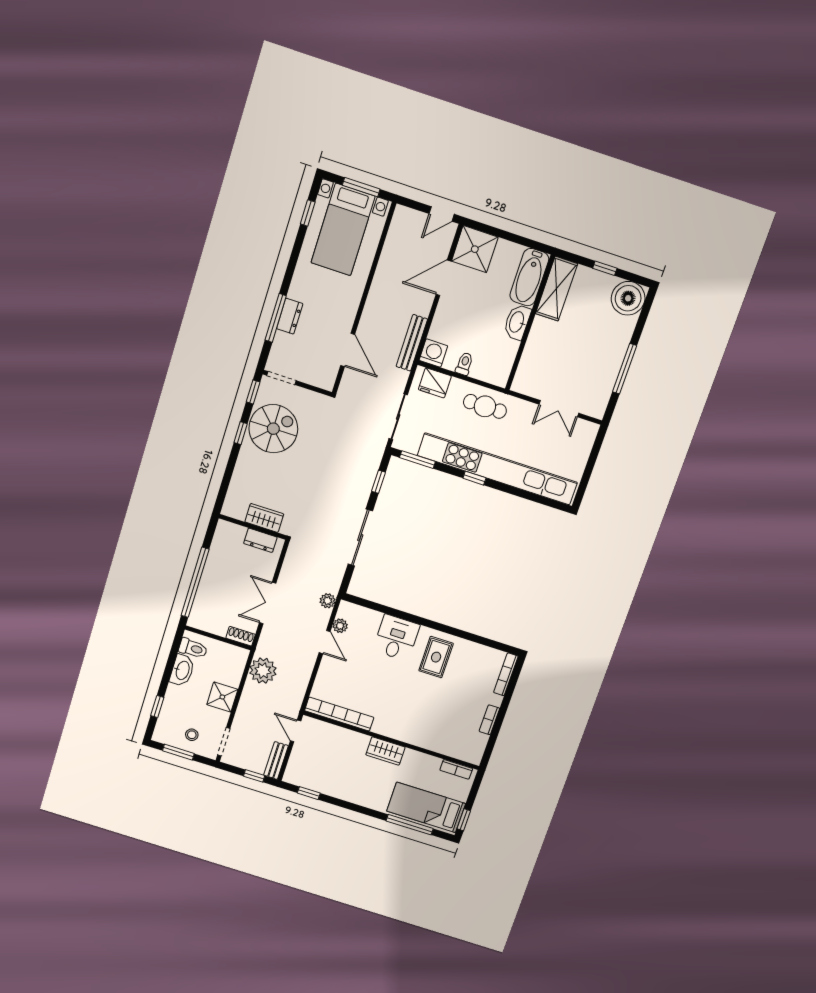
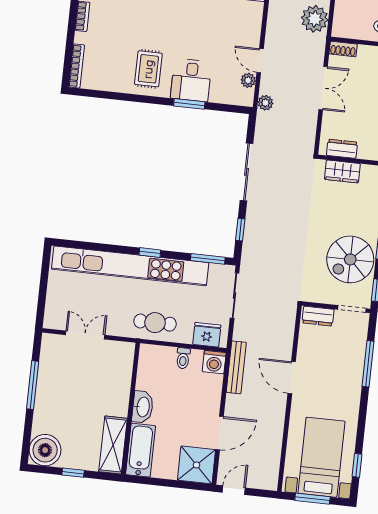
dresser: (290, 316) -> (318, 316), moved, turned -90
door: (348, 350) -> (292, 378), moved
window: (403, 615) -> (189, 104), added

